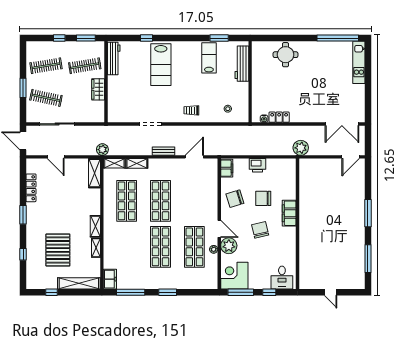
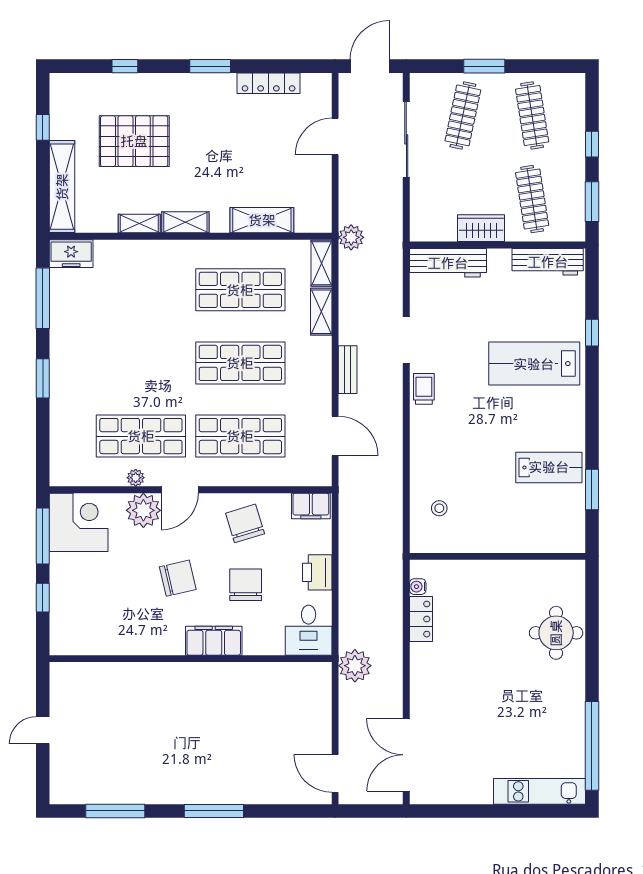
workbench: (242, 64) -> (448, 263), moved, turned 180
trolley: (191, 110) -> (424, 389), moved
shelving: (94, 173) -> (262, 220), moved
shop shelf: (161, 247) -> (240, 436), moved
desk: (282, 278) -> (309, 630), moved, turned -90

